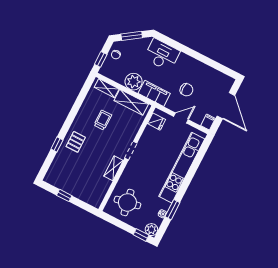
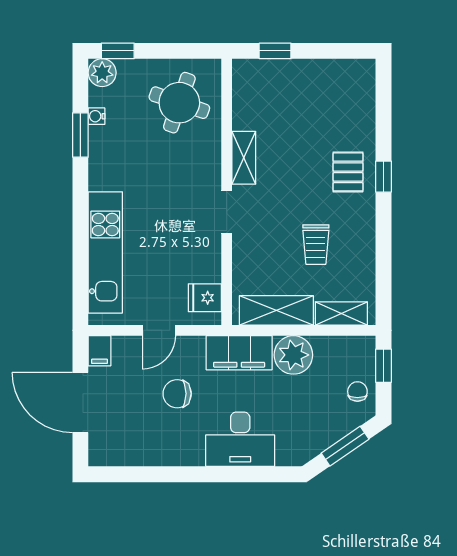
desk: (162, 55) -> (240, 439), moved
window: (57, 145) -> (383, 177), moved
kitchen unit: (182, 168) -> (105, 252), width x0.73
window: (64, 195) -> (275, 51), moved
round table: (127, 202) -> (179, 103), turned 30

